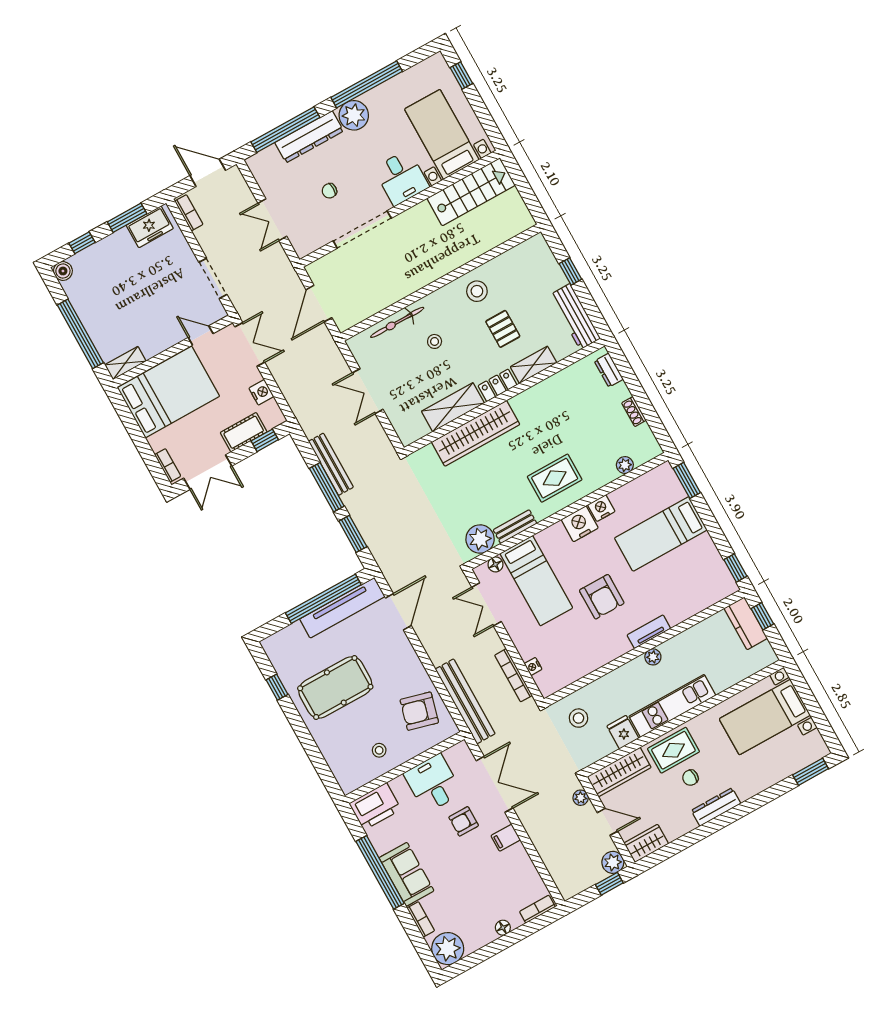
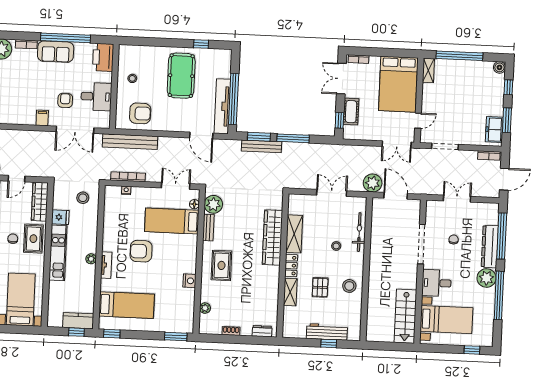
workbench: (575, 317) -> (327, 332), moved
pallet: (503, 329) -> (320, 287), turned 90
nightstand: (261, 392) -> (367, 135), removed
bench: (331, 464) -> (262, 146), moved
nightstand: (580, 524) -> (188, 264), removed
bed: (661, 534) -> (127, 305), moved, turned 90
armchair: (419, 711) -> (140, 113), turned 75
plant: (581, 798) -> (373, 183), moved, width x1.87, depth x1.87

